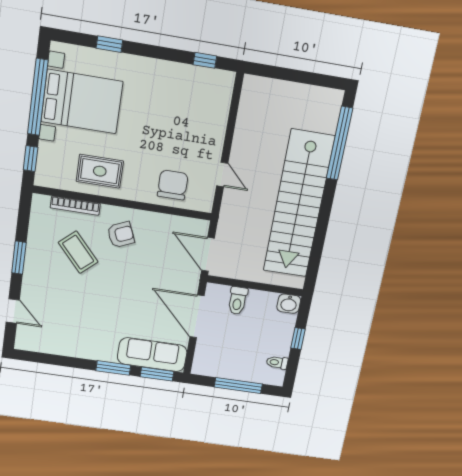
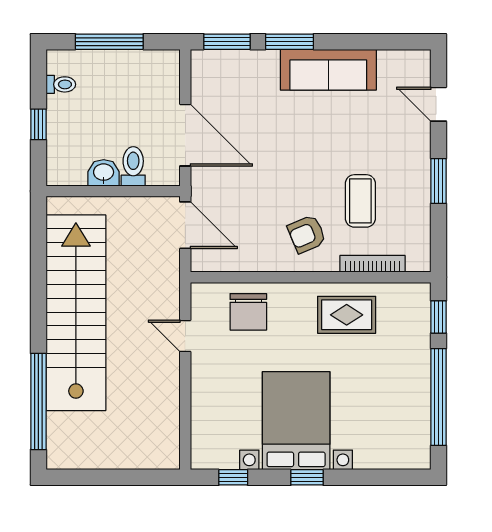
window: (109, 44) -> (307, 477), moved
bed with nightstands: (82, 102) -> (296, 421), moved, turned 90
coffee table: (78, 252) -> (360, 201), turned 42
washbasin: (289, 304) -> (104, 173), moved
sofa: (152, 355) -> (328, 70), moved

